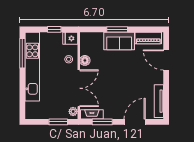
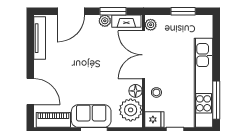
plant: (89, 46) -> (131, 110), added
plant: (109, 115) -> (105, 21), added
window: (58, 122) -> (183, 11), moved

